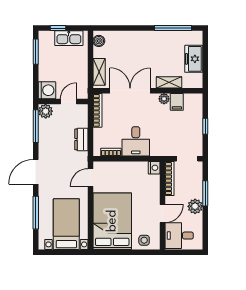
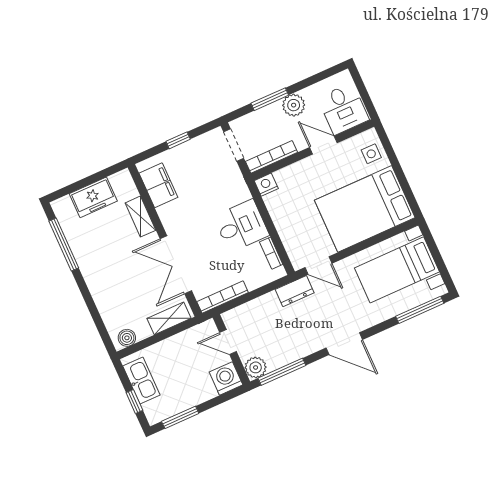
plant: (164, 99) -> (166, 213), removed
filing cabinet: (177, 102) -> (158, 185), width x2.00
dresser: (81, 139) -> (295, 291), moved
window: (36, 213) -> (420, 310), moved

